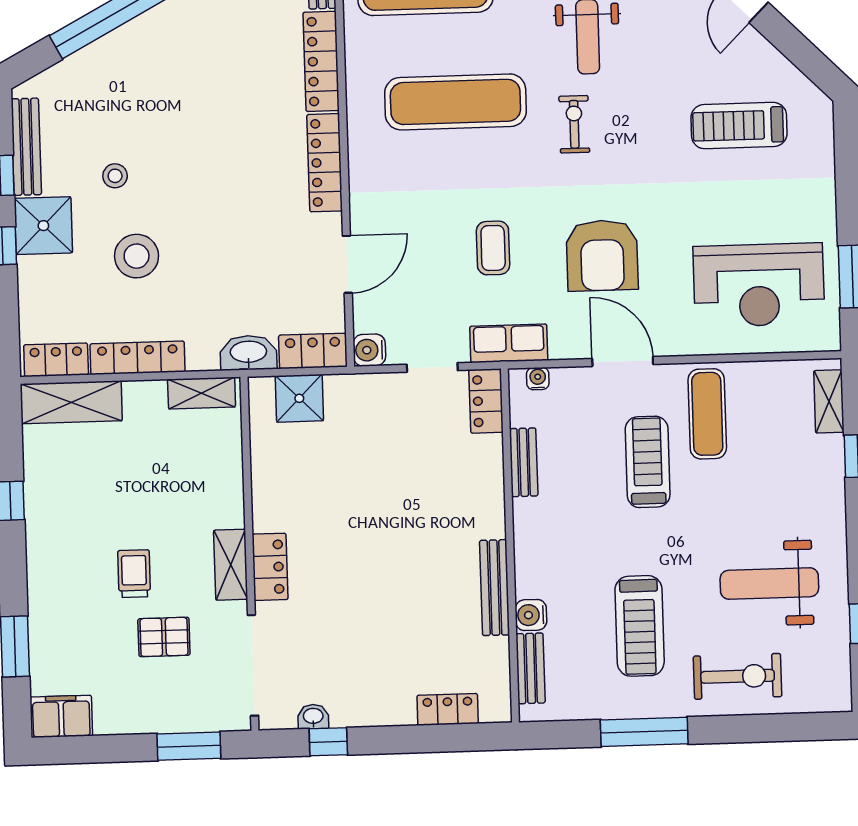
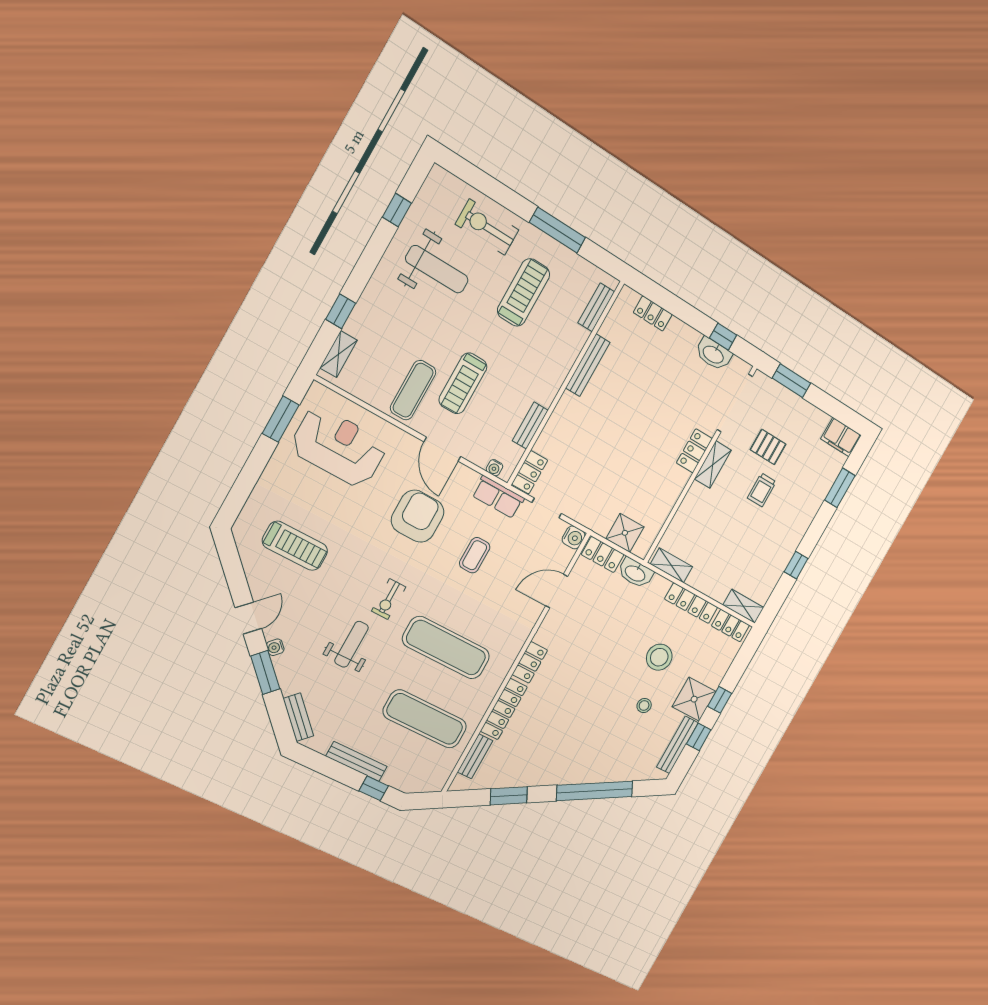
locker: (325, 163) -> (530, 662), width x0.66
shelving: (71, 402) -> (743, 606), width x0.67, depth x0.75
water cooler: (531, 615) -> (578, 337), removed
washbasin: (313, 717) -> (714, 354), width x1.91, depth x1.45

